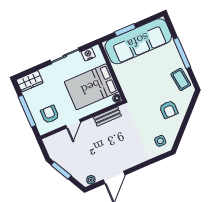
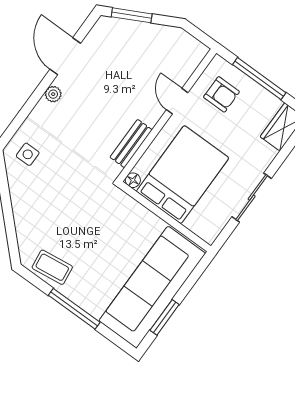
window: (125, 30) -> (165, 317), moved
nightstand: (88, 54) -> (217, 222), removed
armchair: (169, 109) -> (43, 210), removed
window: (61, 170) -> (132, 15), moved
plant: (91, 180) -> (53, 94), moved

